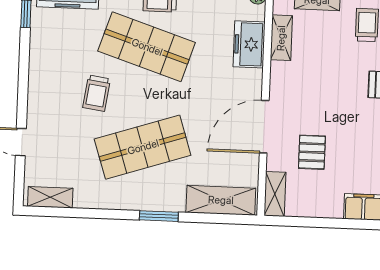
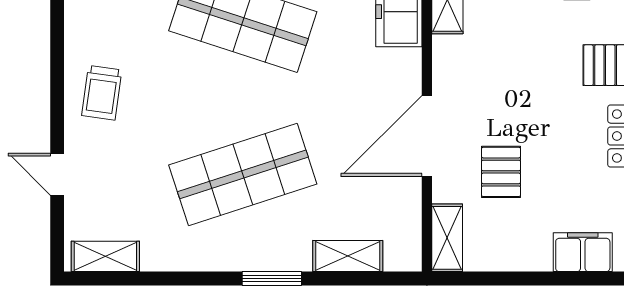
trolley: (97, 93) -> (102, 93), moved
shelving: (221, 200) -> (348, 256), width x0.67, depth x0.75

